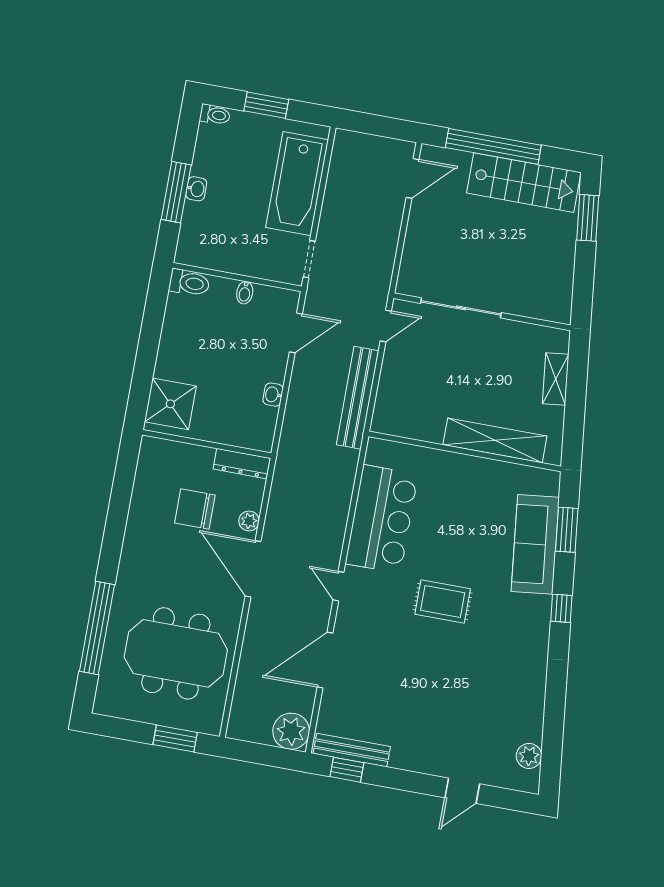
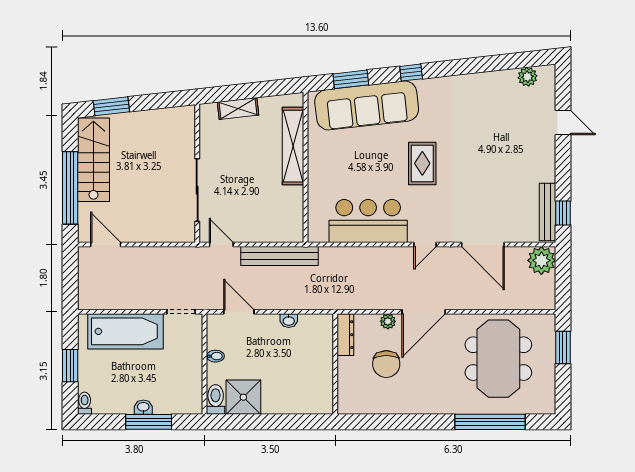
shower: (170, 404) -> (243, 397), moved
sofa: (535, 544) -> (367, 105), width x1.36, depth x1.27

